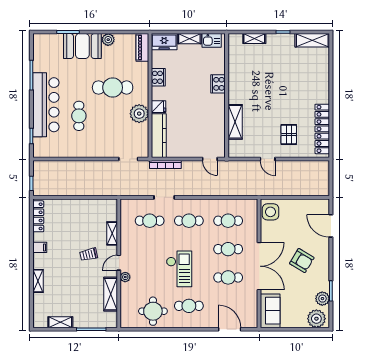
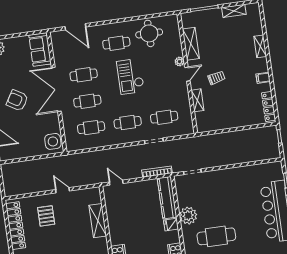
cafe table: (79, 116) -> (244, 206), removed

